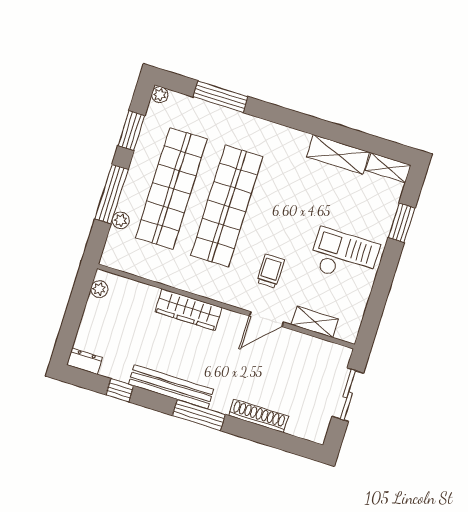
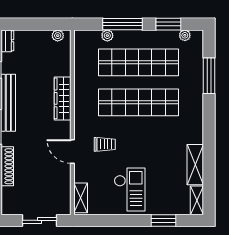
plant: (160, 95) -> (185, 35), moved
shelving: (315, 322) -> (81, 198), moved

